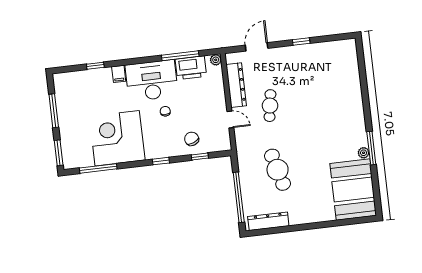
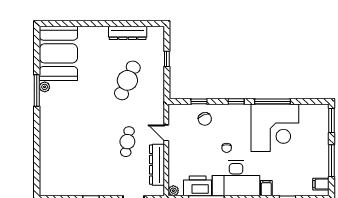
filing cabinet: (62, 85) -> (321, 184), added
window: (98, 168) -> (272, 101), moved
cafe table: (278, 170) -> (127, 80), turned 39
window: (239, 197) -> (167, 59), width x0.32
dresser: (268, 221) -> (128, 33), moved

